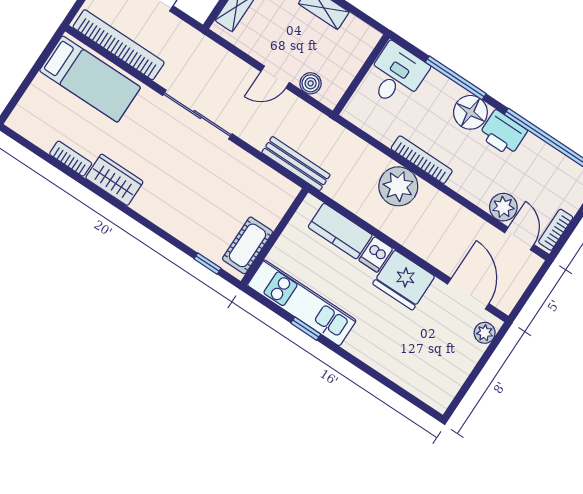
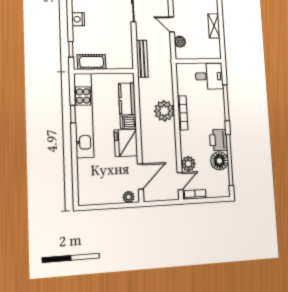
floor lamp: (470, 112) -> (219, 161), moved
nightstand: (169, 220) -> (78, 19), added
kitchen unit: (302, 303) -> (84, 115), width x1.36

